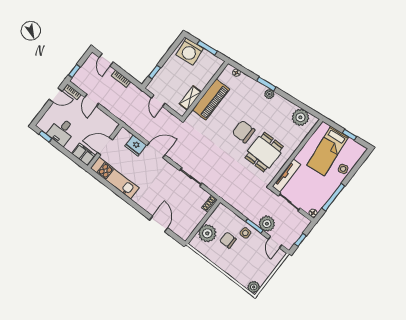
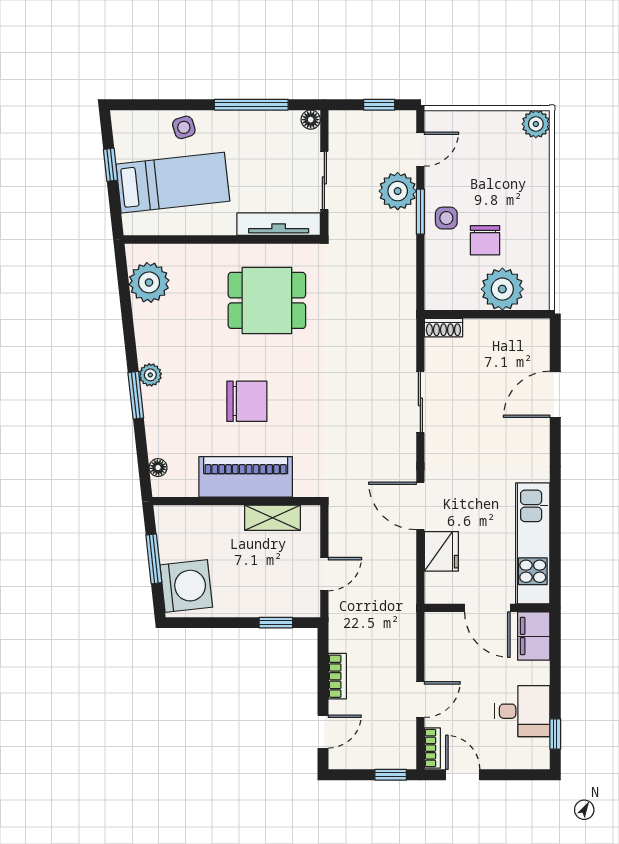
chair: (244, 132) -> (247, 401), moved, turned -90

